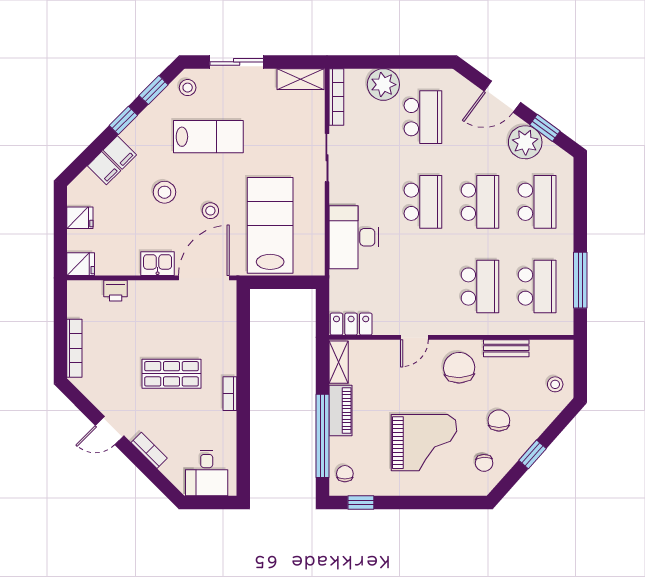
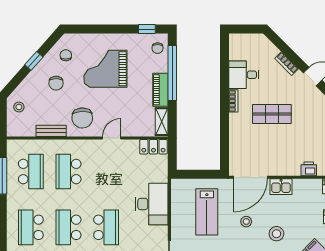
school desk: (423, 202) -> (106, 227), turned 180
lab bench: (270, 225) -> (207, 212), width x0.73, depth x0.72
school desk: (537, 287) -> (31, 172), turned 180
desk: (207, 473) -> (244, 75), moved, turned -90

